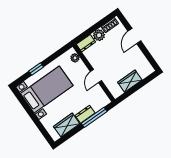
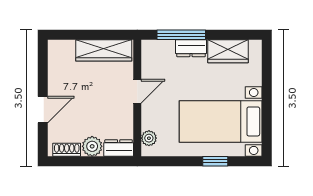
wardrobe: (130, 81) -> (104, 50), width x1.50

